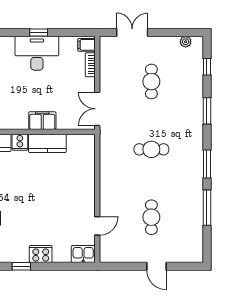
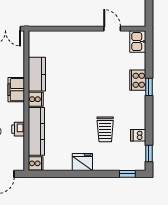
filing cabinet: (42, 121) -> (16, 90), moved
window: (21, 266) -> (149, 87), moved

